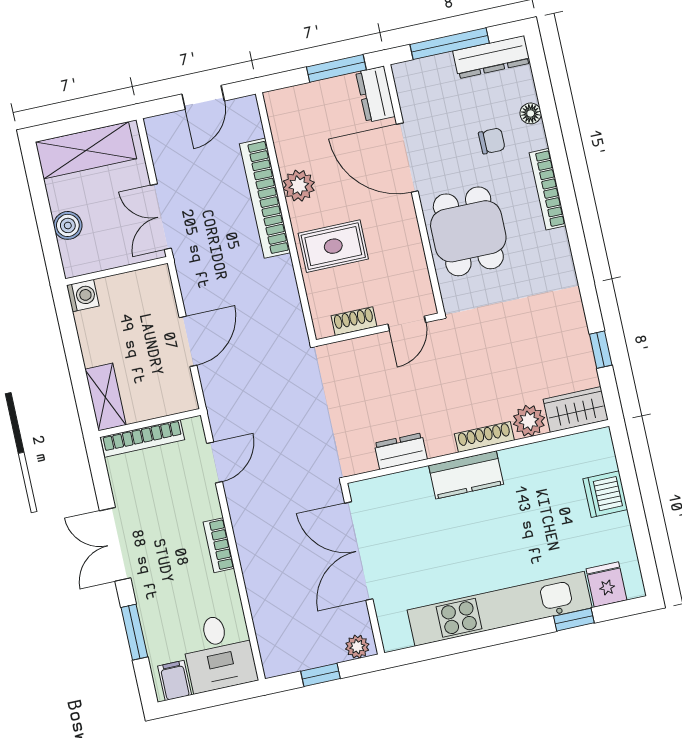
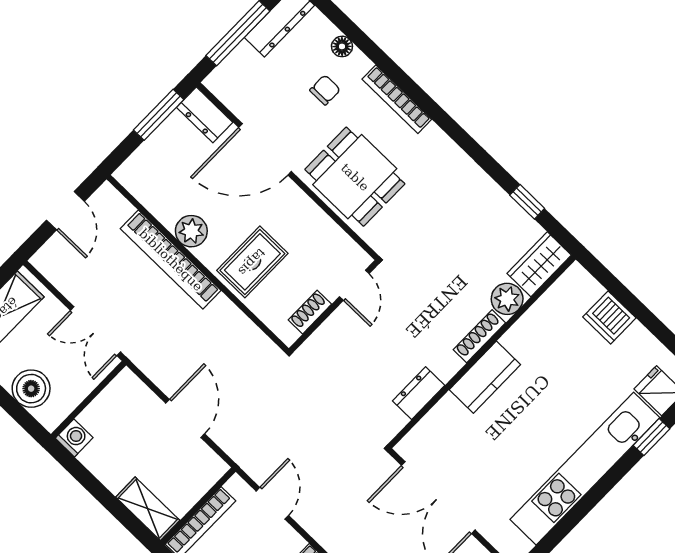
boiler: (68, 225) -> (31, 389), width x1.36, depth x1.36

